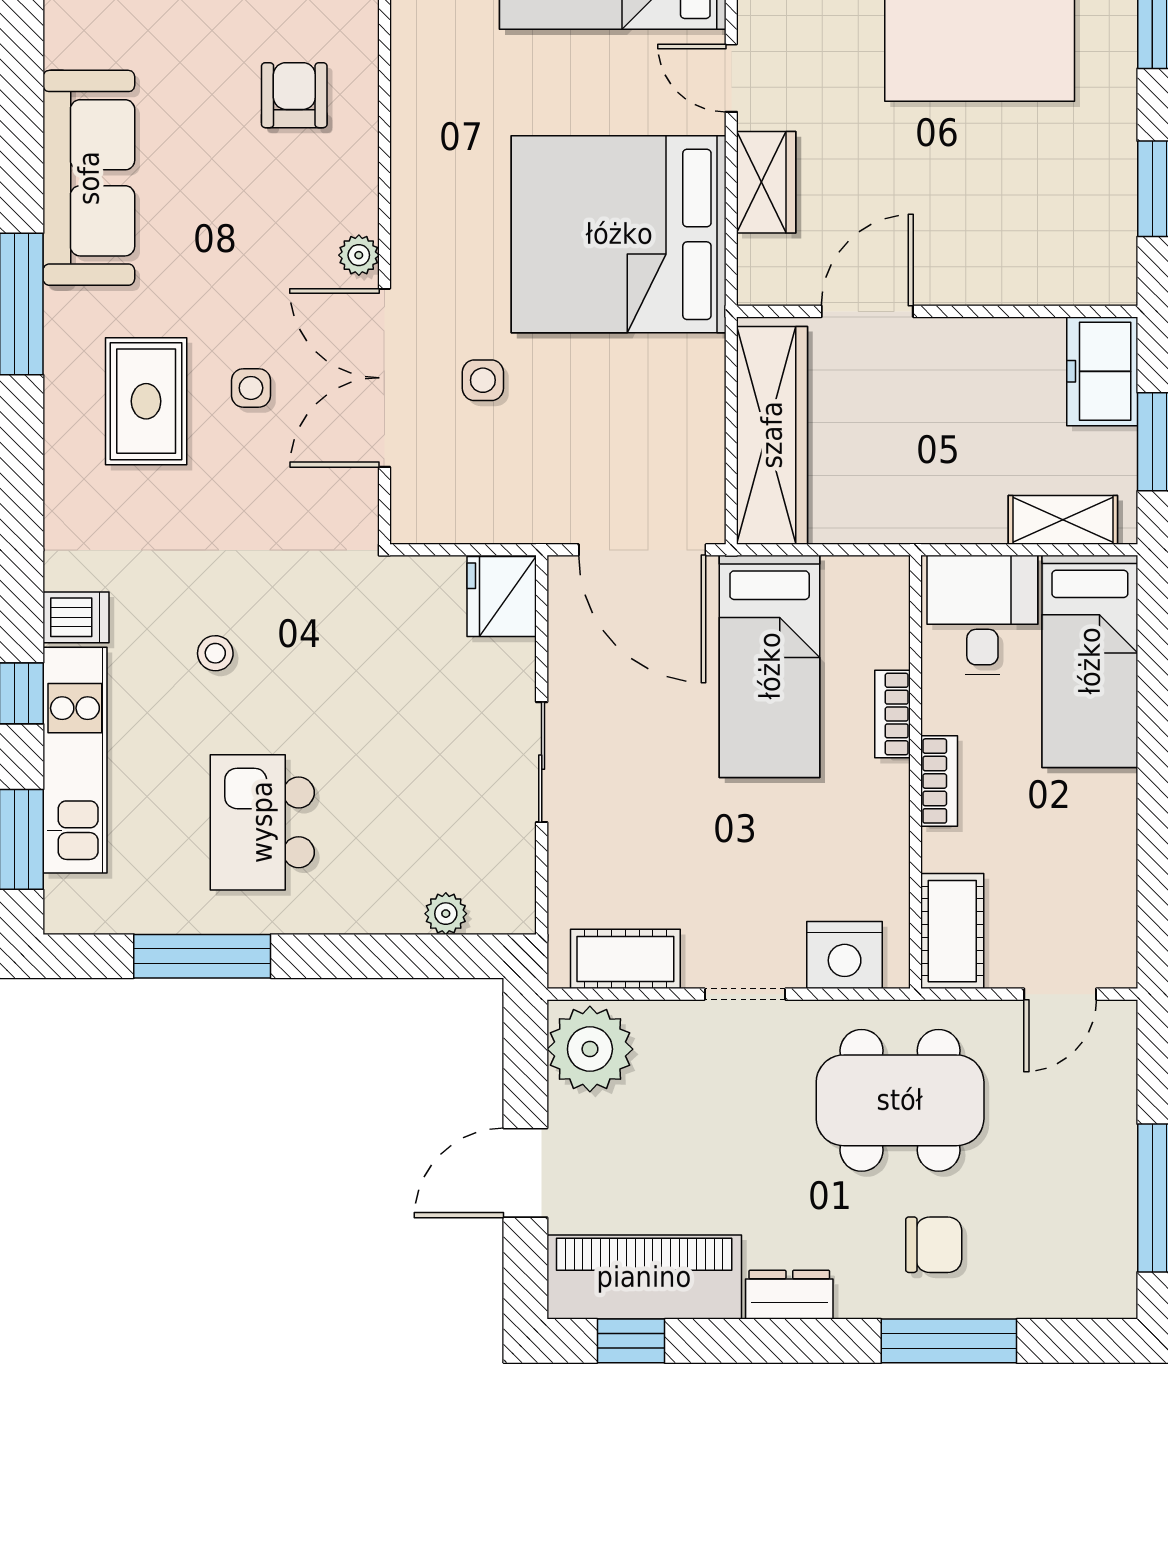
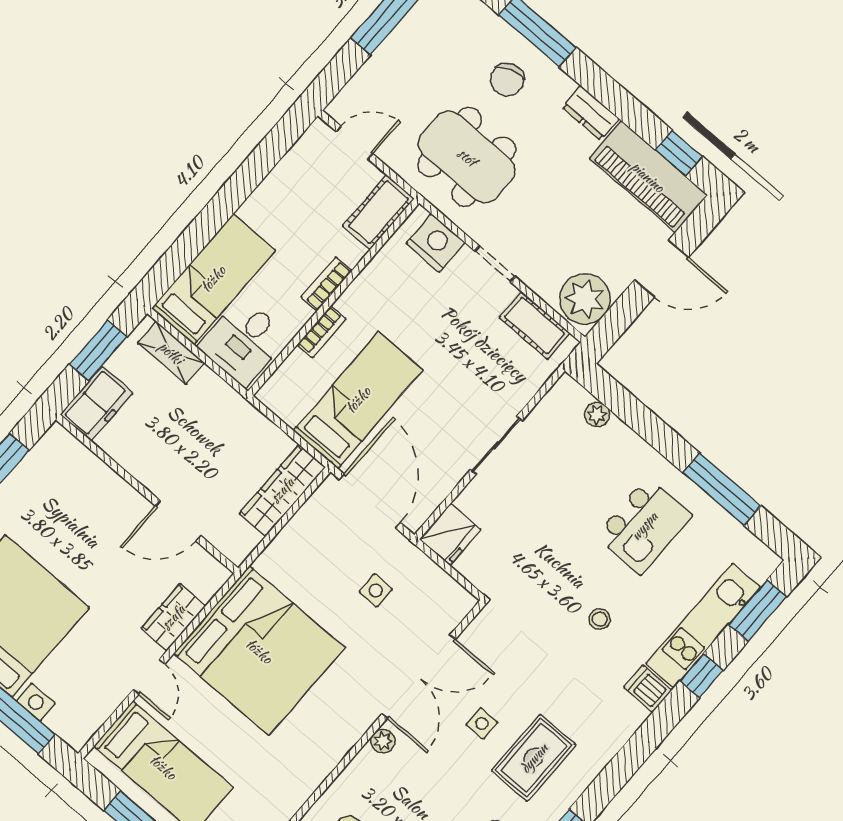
side table: (483, 380) -> (376, 590), moved
wardrobe: (772, 435) -> (282, 490), width x0.71, depth x0.85
chair: (934, 1245) -> (507, 80), turned -109

